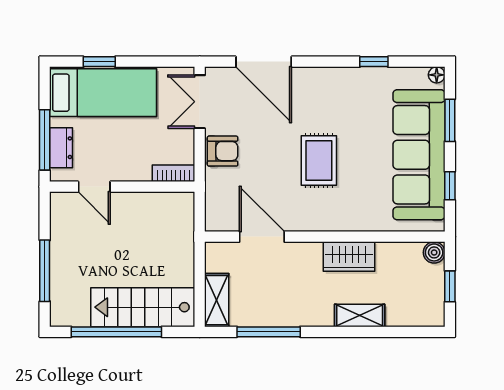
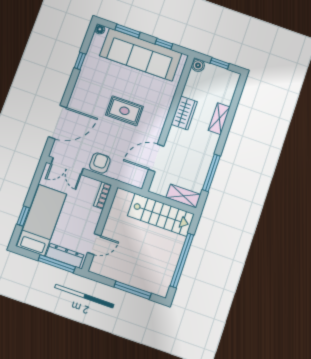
dresser: (61, 148) -> (65, 256), width x1.44
stairs: (143, 307) -> (161, 215), moved, turned -90

